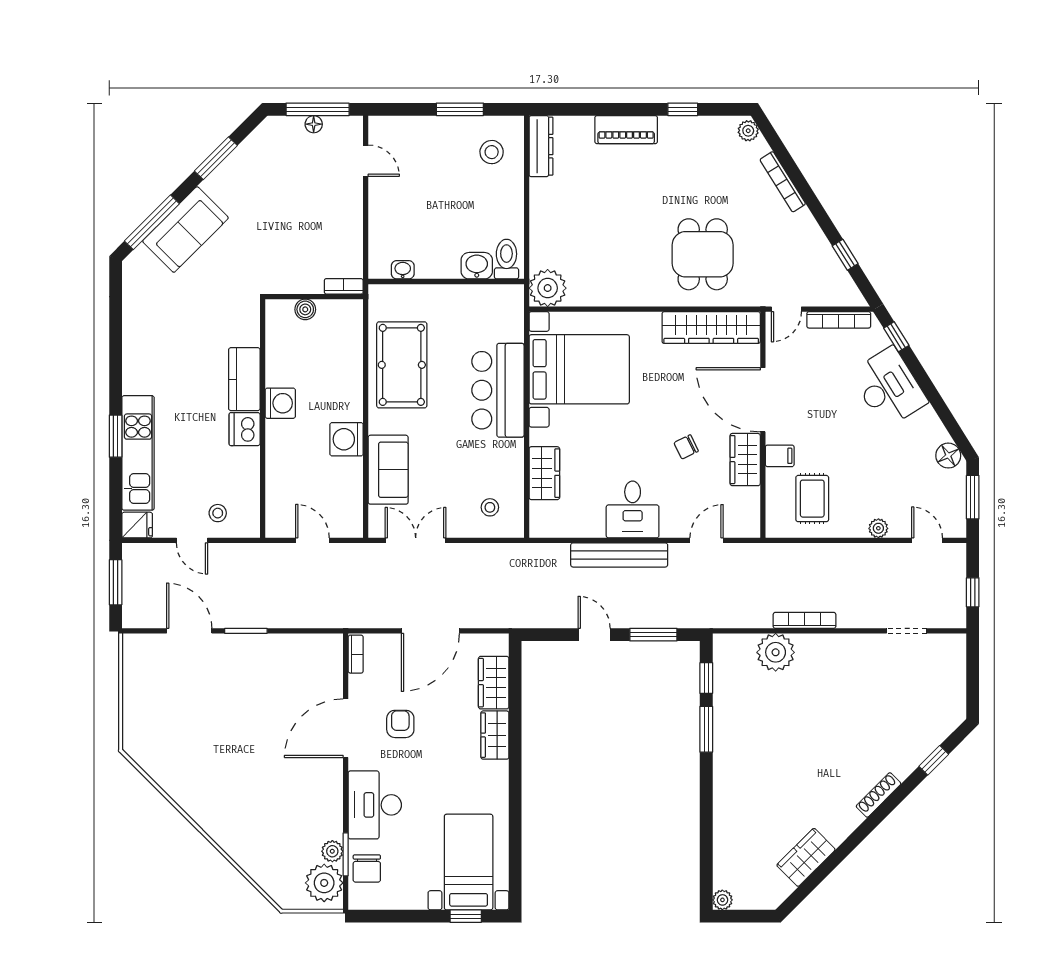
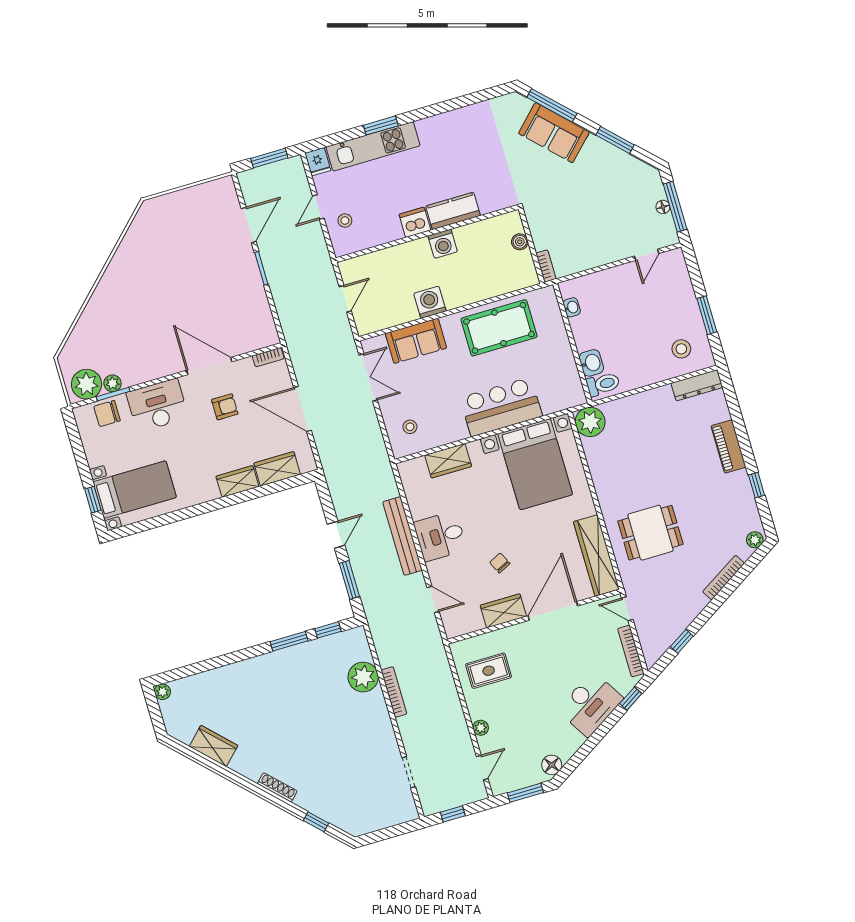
filing cabinet: (780, 456) -> (514, 636), removed

